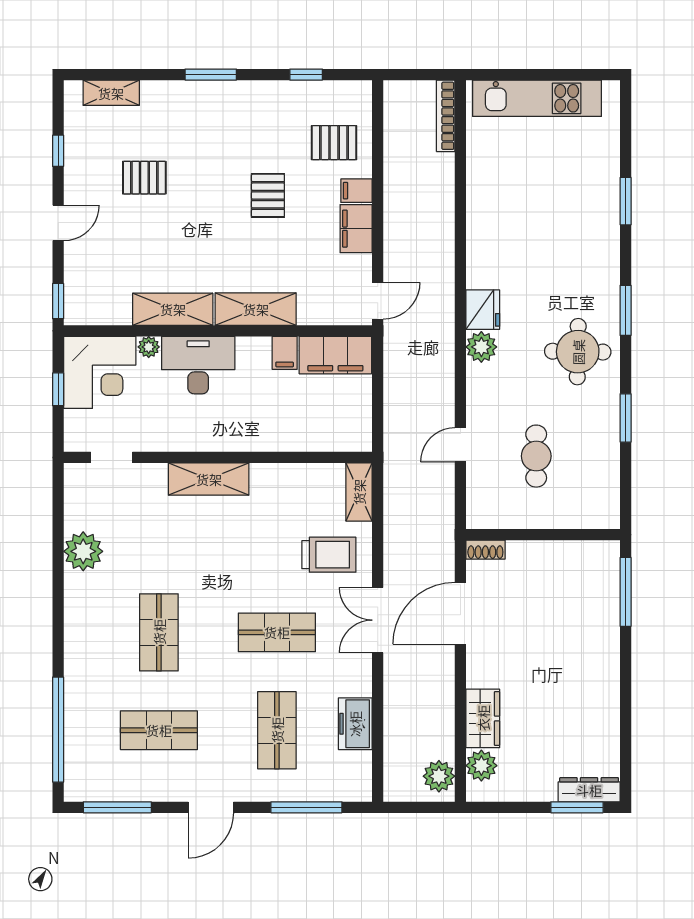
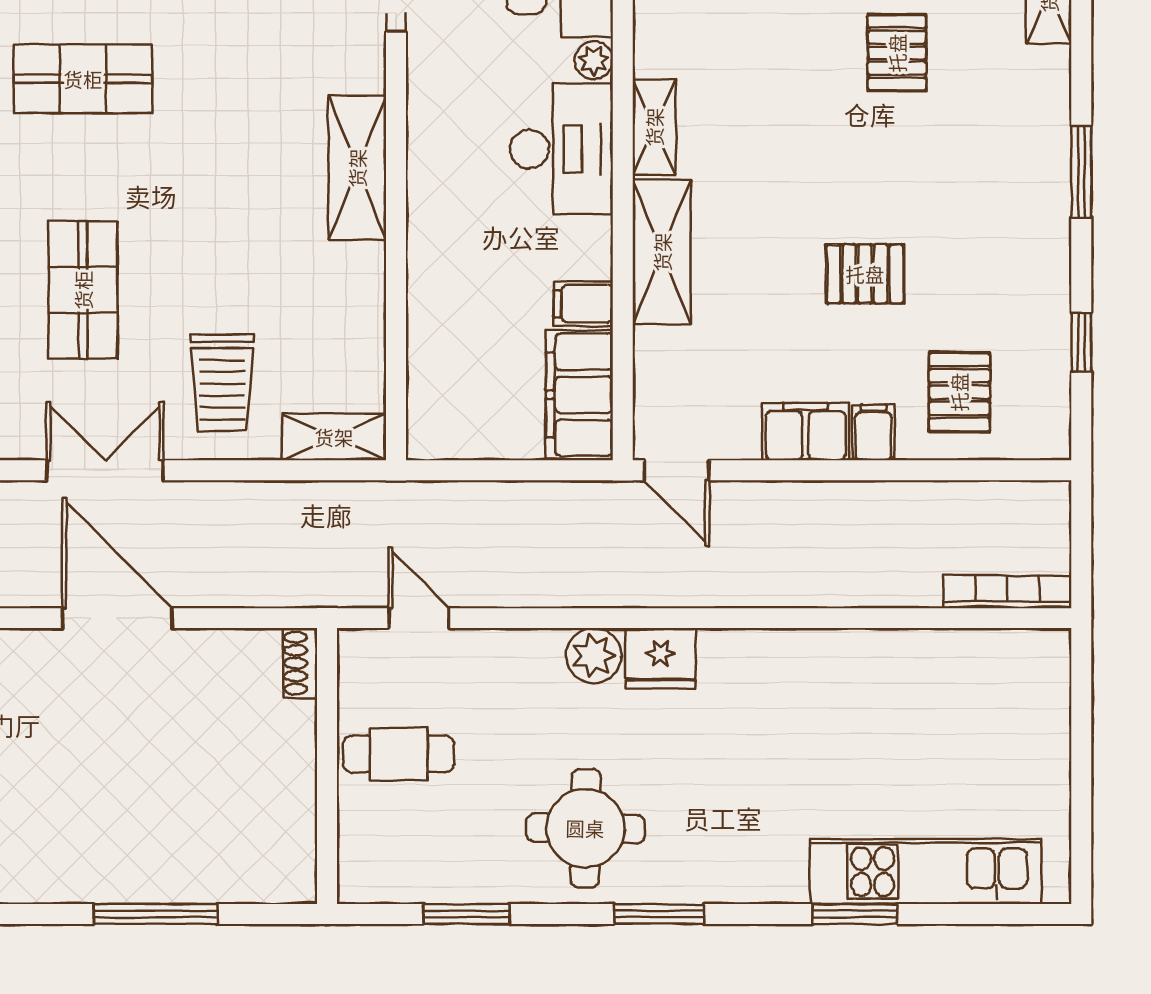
kitchen unit: (537, 98) -> (926, 872), moved, turned 90
shelving: (173, 309) -> (654, 127), width x0.67, depth x0.75
wall: (543, 535) -> (327, 766), moved
shoe rack: (485, 550) -> (300, 663), moved

